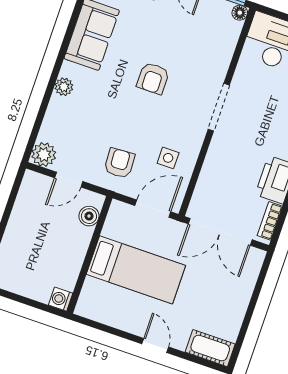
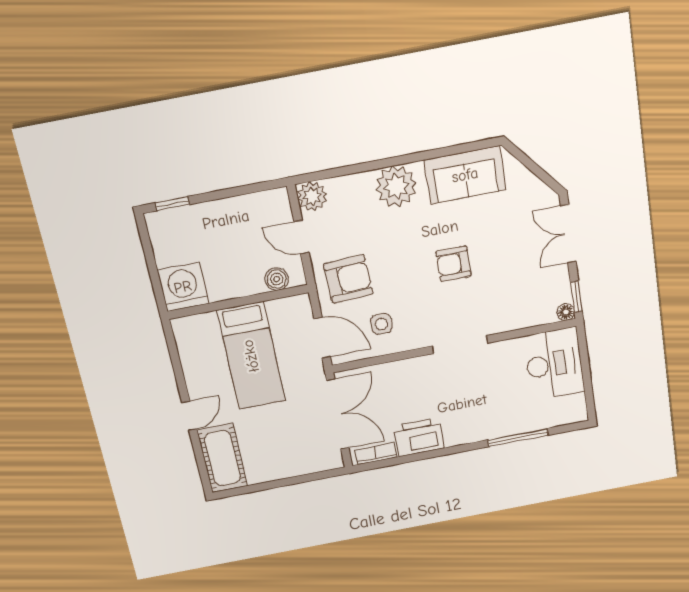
plant: (64, 87) -> (396, 186), width x1.87, depth x1.87
armchair: (119, 163) -> (348, 279), width x1.38, depth x1.38
double door: (220, 232) -> (338, 414), swing flipped
washing machine: (61, 299) -> (183, 287), width x1.89, depth x1.89
cot: (210, 348) -> (222, 458), width x1.37, depth x1.34

